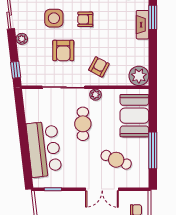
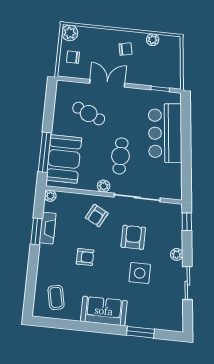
window: (153, 17) -> (36, 232), moved
armchair: (85, 19) -> (85, 257), moved
fireplace: (143, 25) -> (48, 228), moved
plant: (139, 76) -> (50, 196), width x0.53, depth x0.53
window: (153, 150) -> (45, 152), moved

